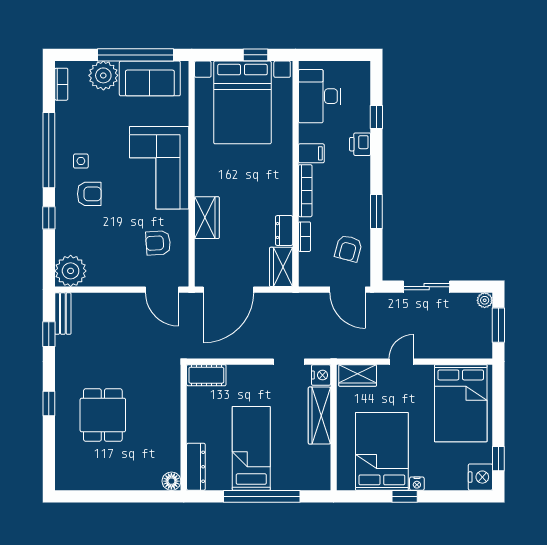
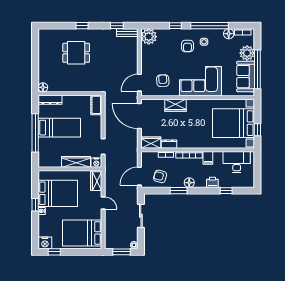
floor lamp: (65, 112) -> (229, 34), added
floor lamp: (361, 190) -> (189, 183), added

